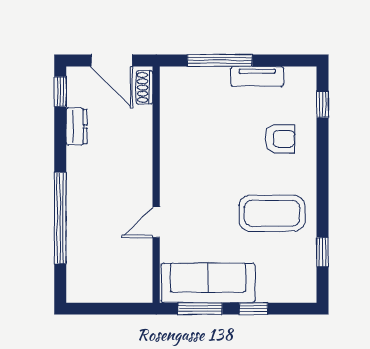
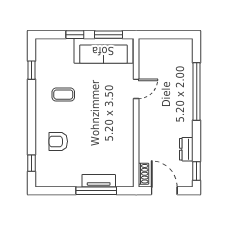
tv unit: (257, 76) -> (99, 181), moved
coffee table: (272, 213) -> (63, 95), width x0.54, depth x0.58

